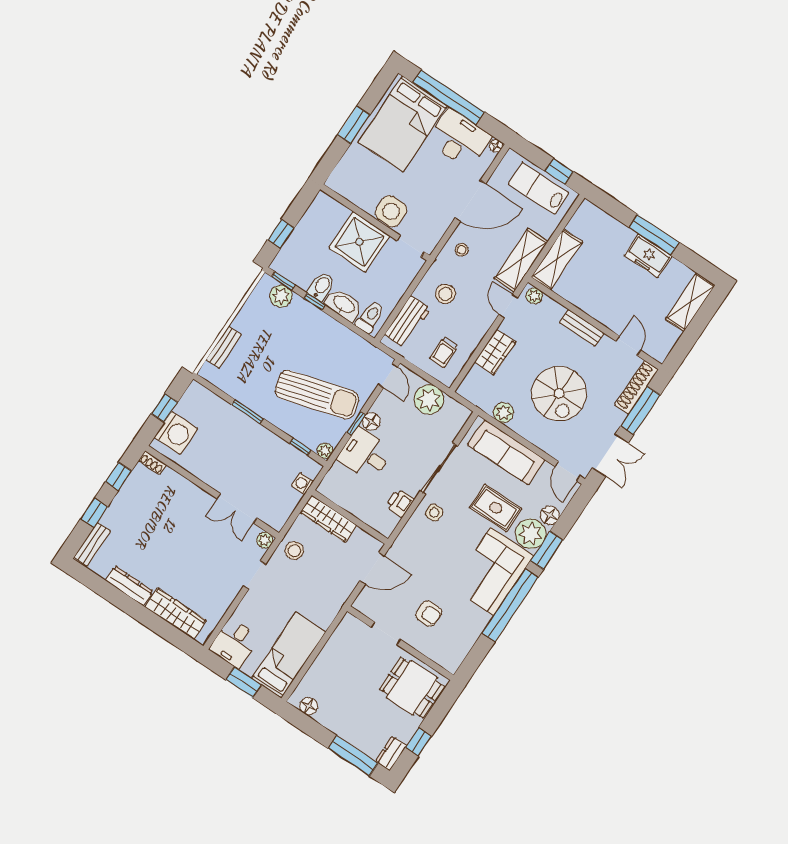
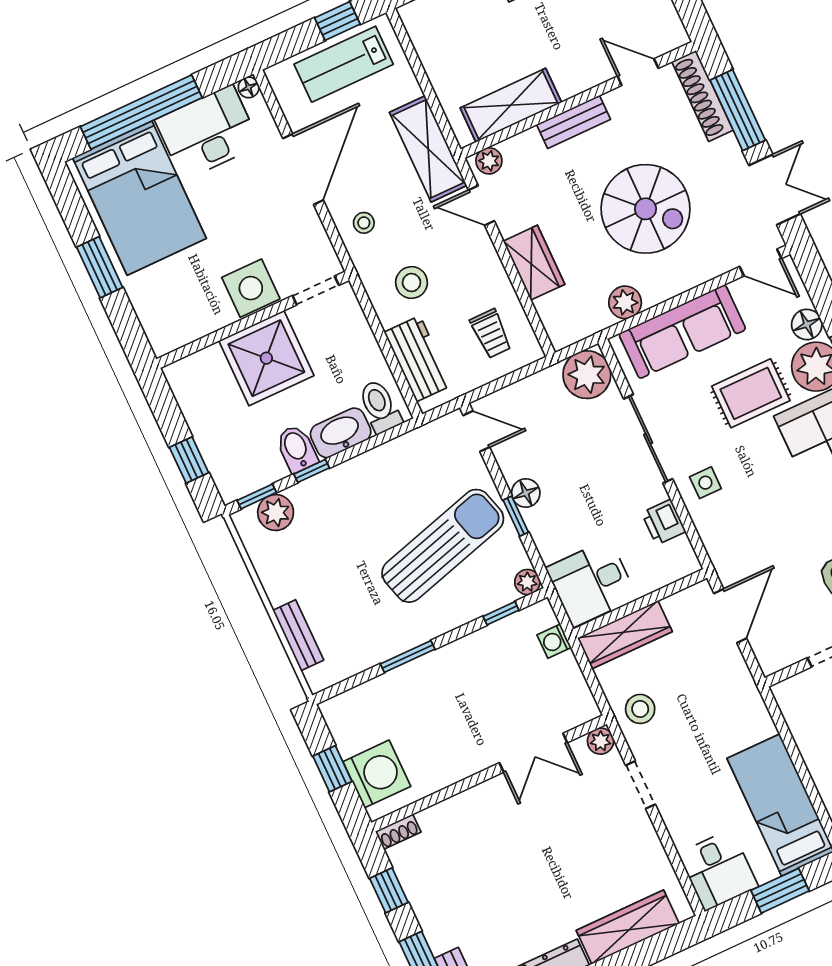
shelving: (557, 259) -> (511, 105), moved, turned 90
plant: (429, 399) -> (587, 375), moved
desk: (365, 454) -> (591, 583), moved

